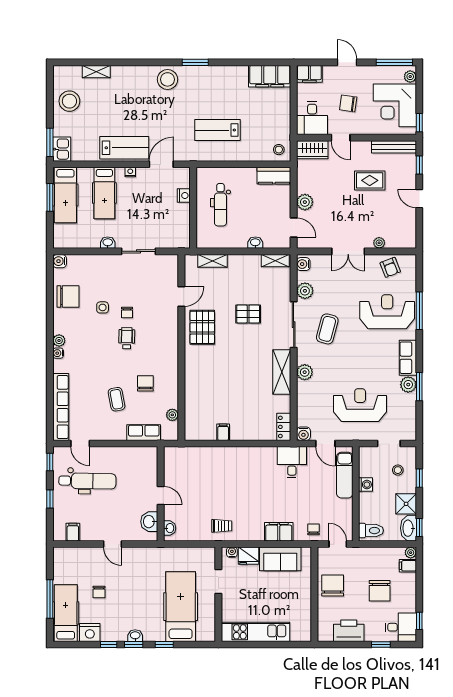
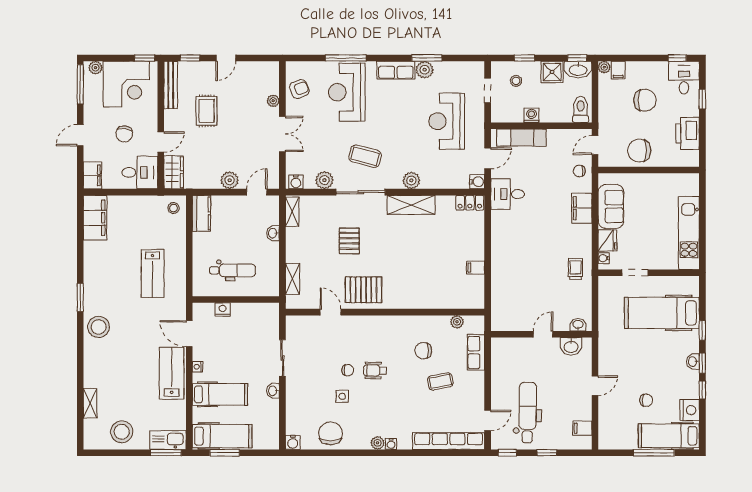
kitchen sink: (62, 149) -> (168, 440), width x1.38

